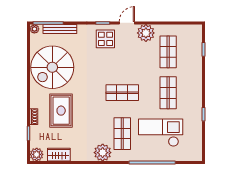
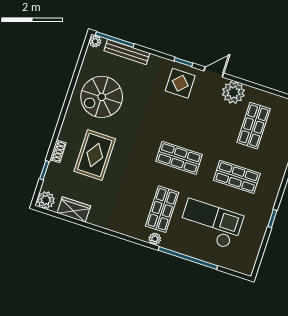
spiral stairs: (52, 67) -> (102, 97), width x0.73, depth x0.73
shop shelf: (168, 93) -> (237, 177), turned 90
plant: (103, 153) -> (155, 239), moved, width x0.53, depth x0.53

